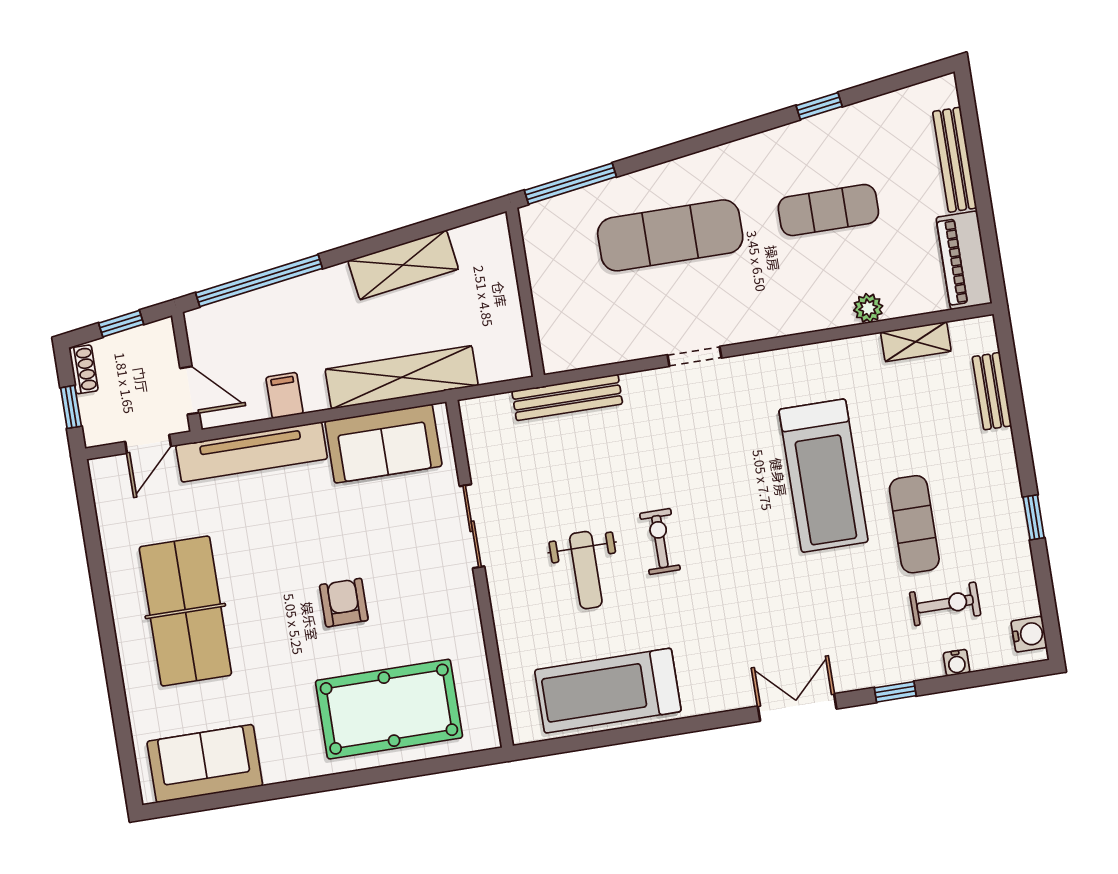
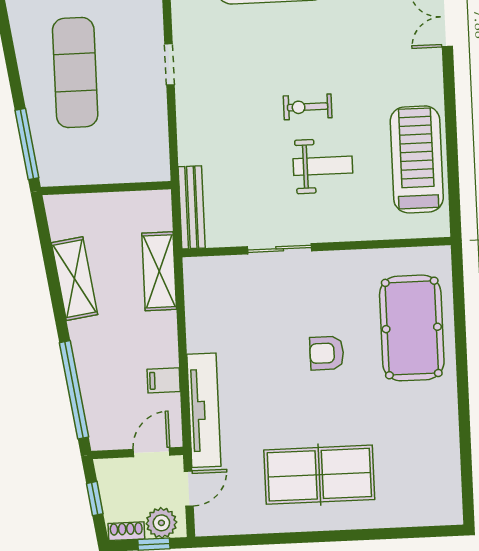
shelving: (402, 377) -> (159, 271), width x0.68
bench: (567, 397) -> (192, 207), moved
plant: (100, 414) -> (161, 523), added
door: (148, 444) -> (189, 489), hinge flipped
sofa: (383, 444) -> (209, 309), removed
treadmill: (608, 691) -> (417, 159), turned 180
sofa: (205, 764) -> (437, 473), removed

